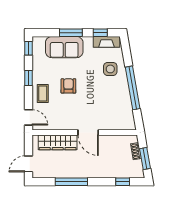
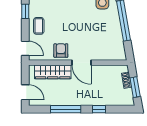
armchair: (68, 86) -> (61, 51), moved
door: (29, 164) -> (25, 92), swing flipped
window: (123, 182) -> (99, 109), moved

